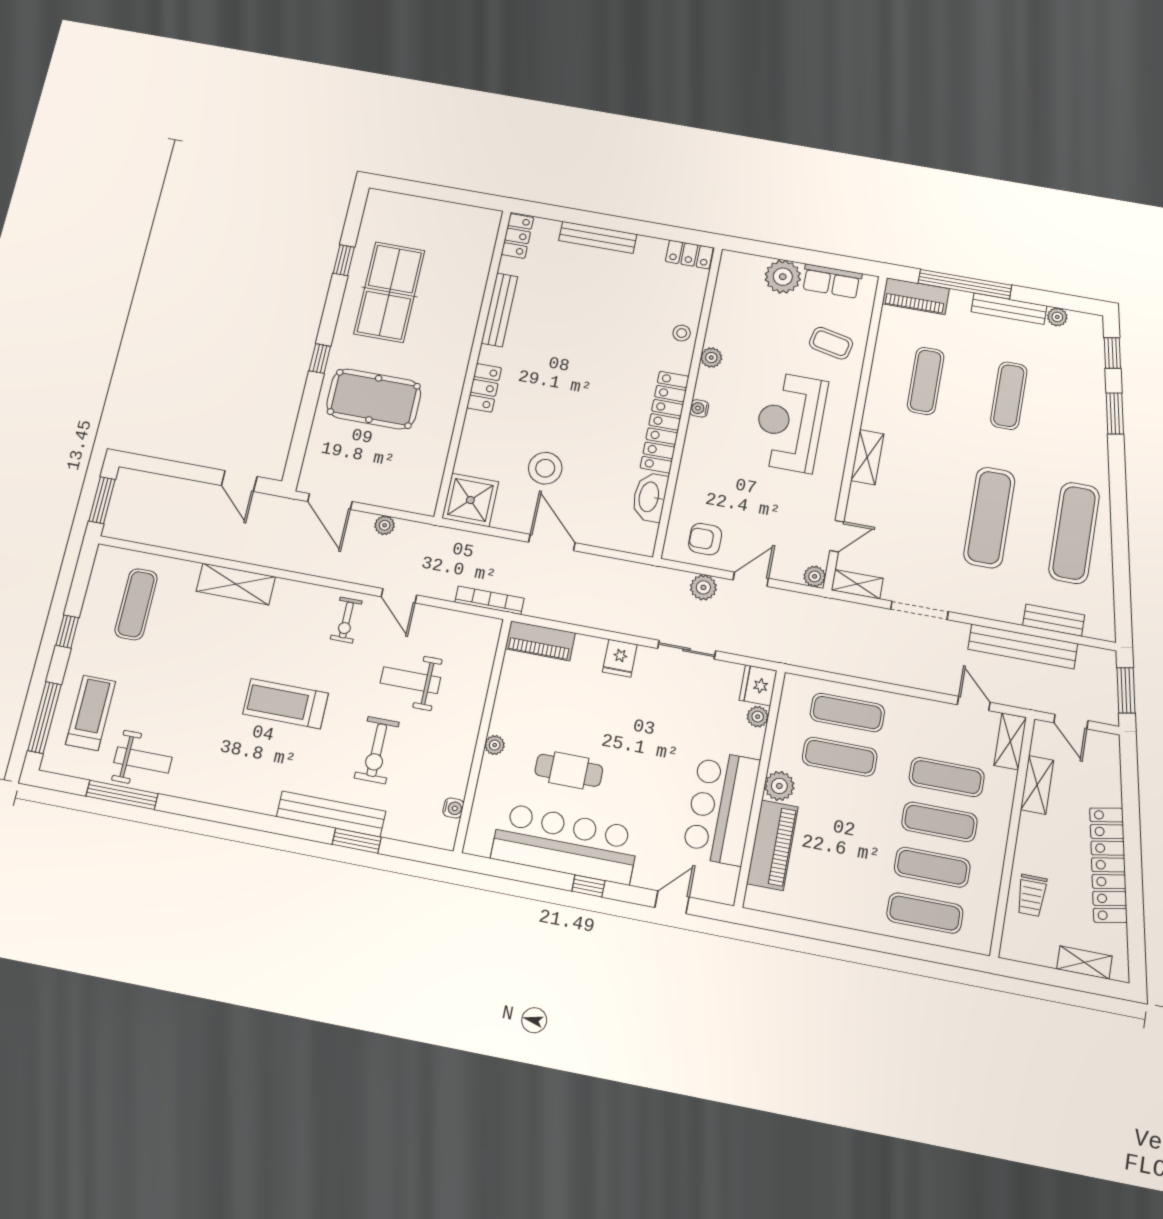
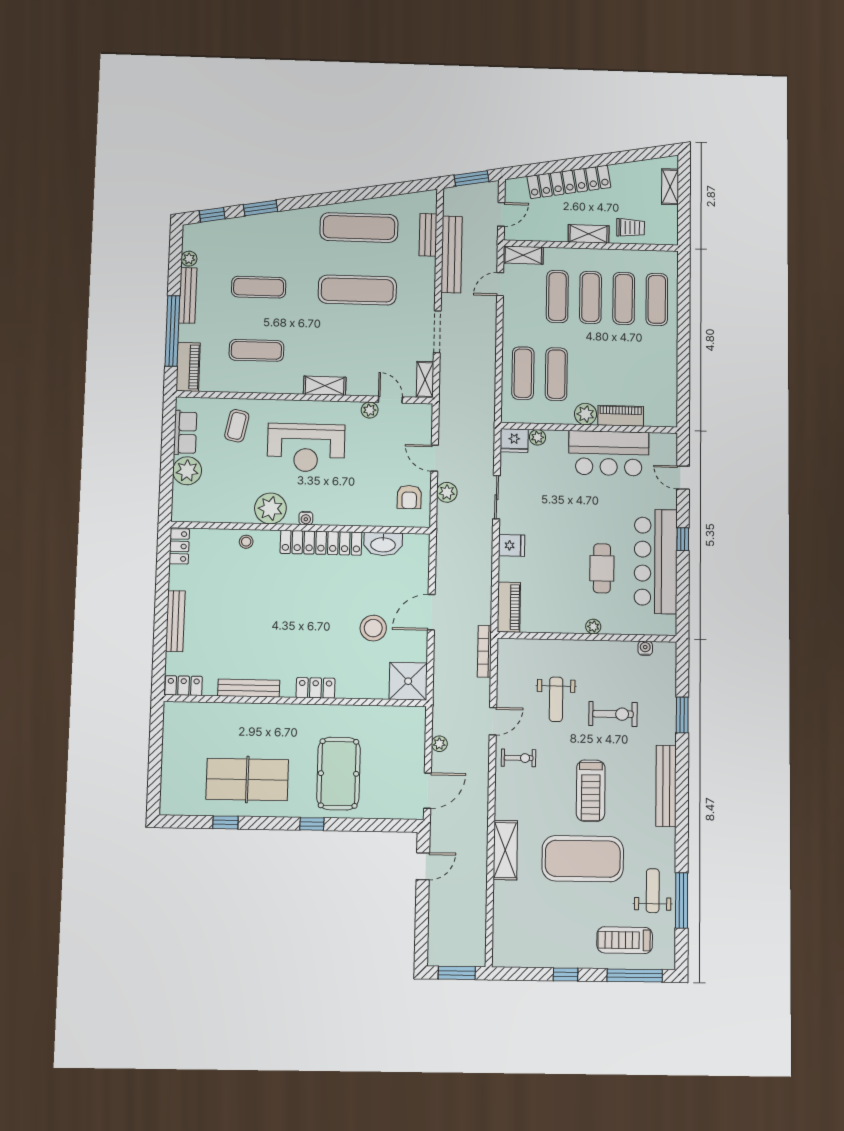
plant: (711, 358) -> (270, 508), width x1.88, depth x1.88
plant: (815, 576) -> (370, 410), moved
exercise mat: (136, 604) -> (583, 859), moved, width x2.00, depth x1.45
shelving: (1037, 785) -> (589, 234), moved
bench: (331, 814) -> (666, 786), moved
piano: (772, 845) -> (621, 416), width x0.73, depth x0.75
locker: (1108, 865) -> (569, 182), moved

